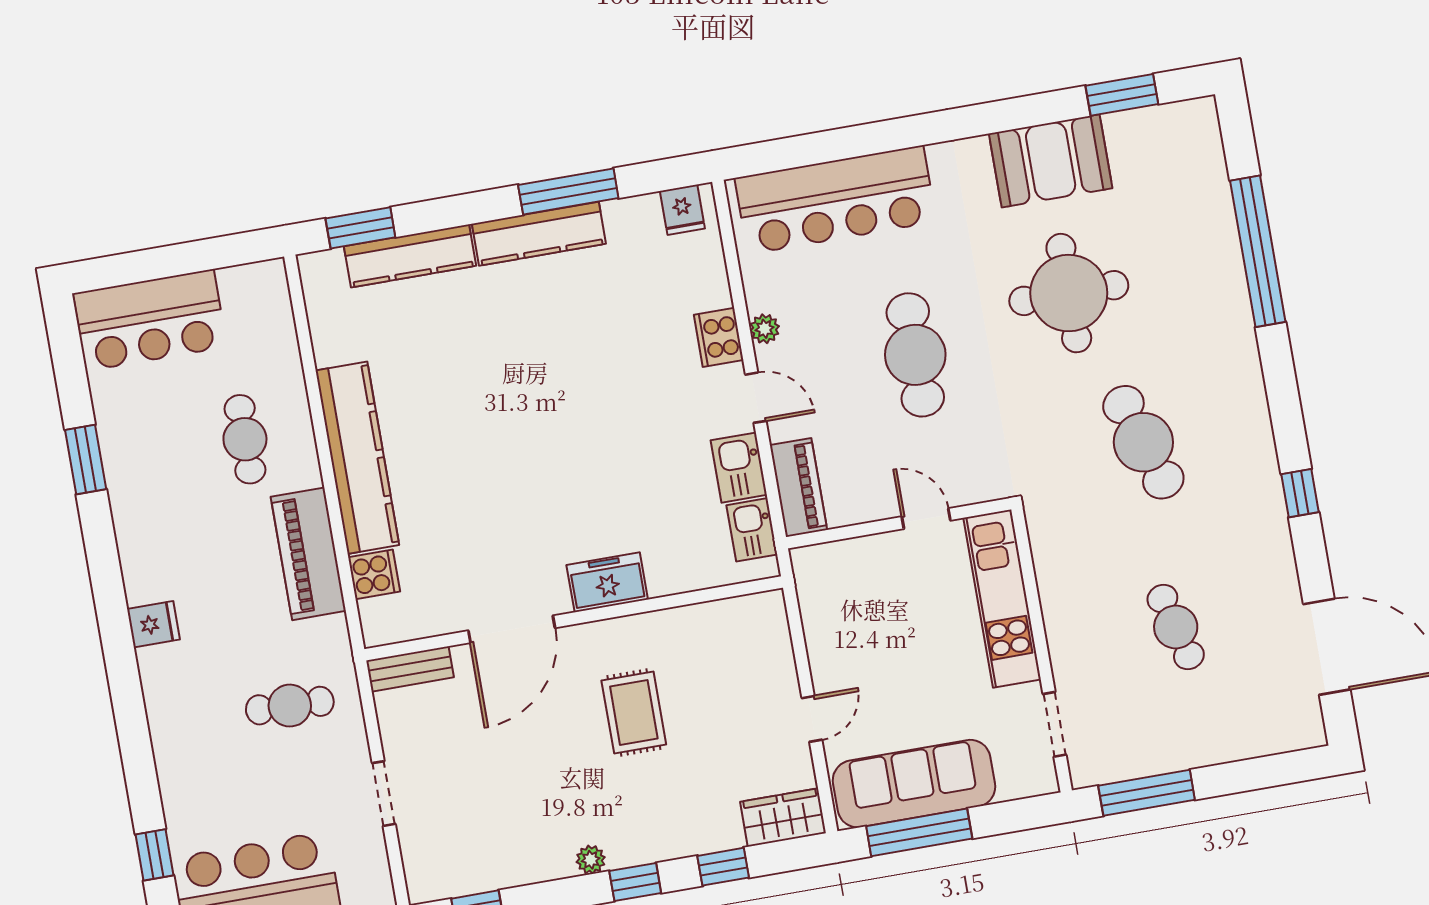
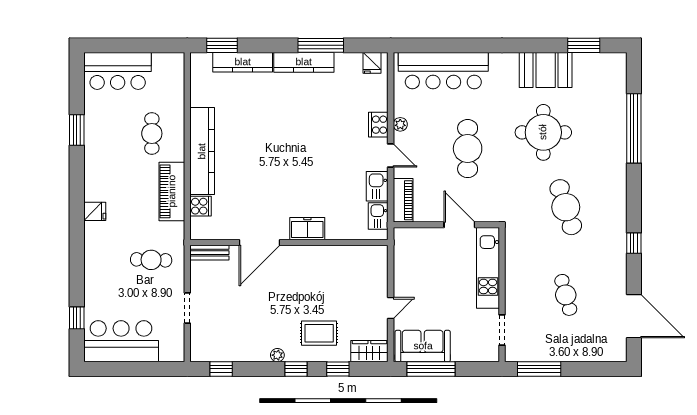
door: (926, 519) -> (459, 225), width x1.38
rug: (634, 712) -> (319, 333), moved, turned 90
sofa: (914, 784) -> (423, 346), width x0.73

